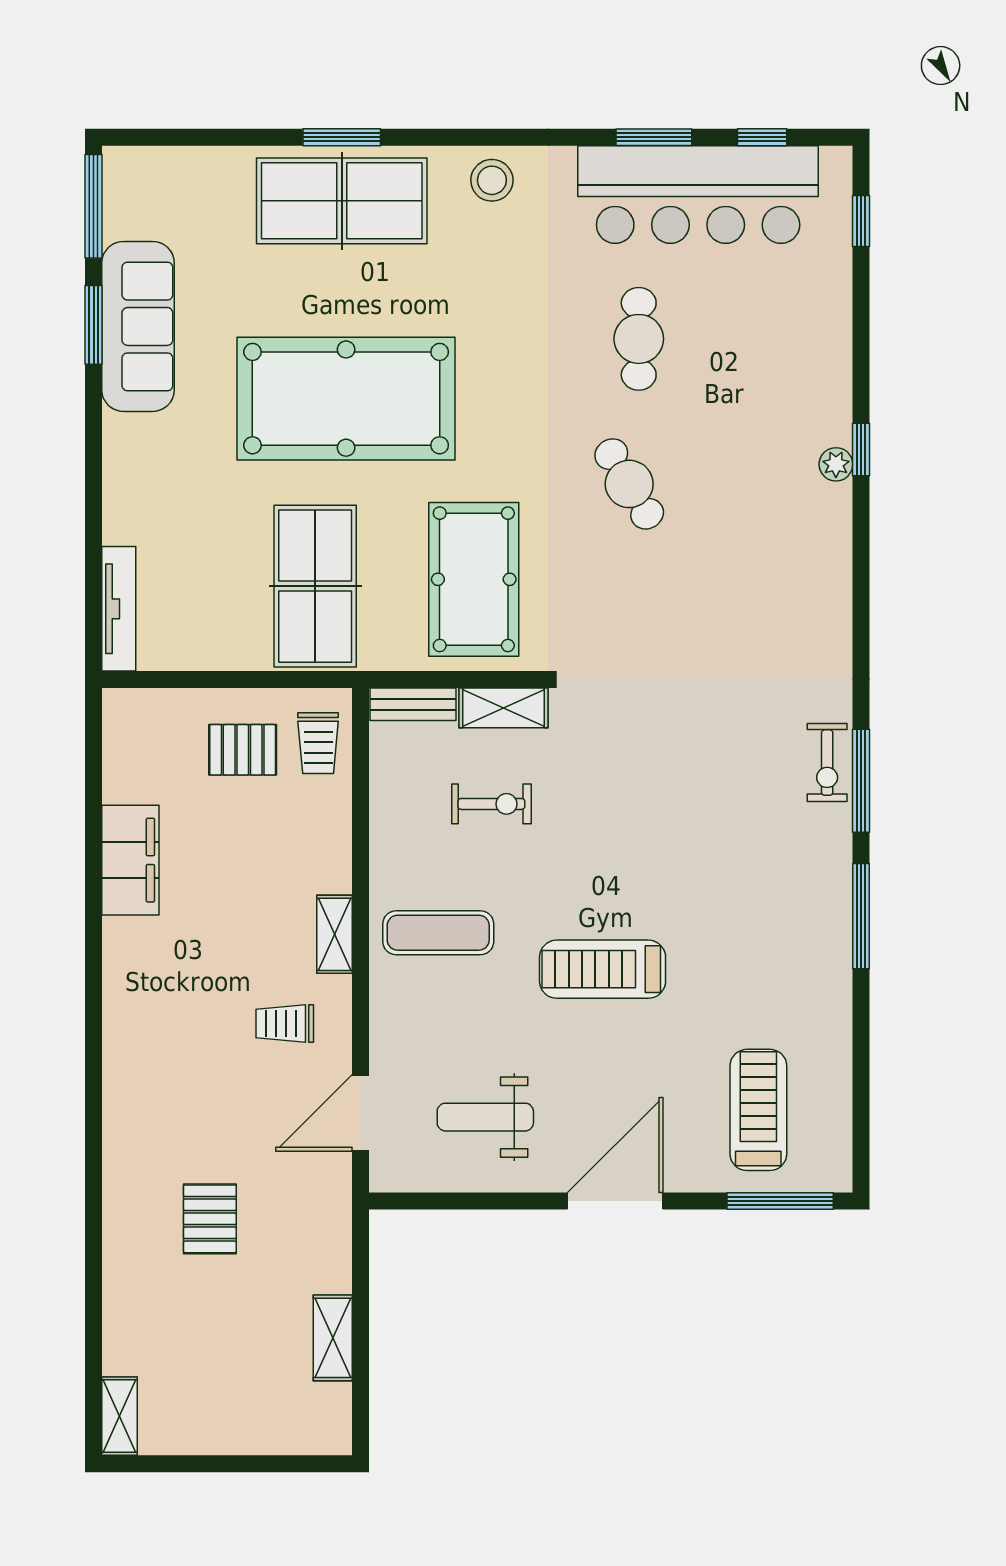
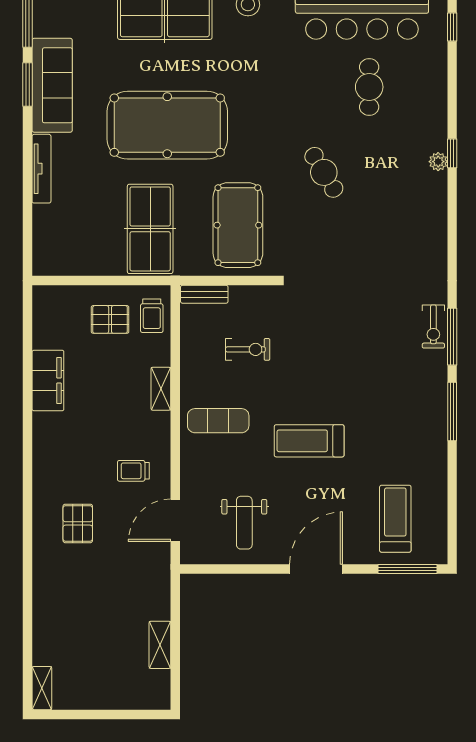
cafe table: (639, 339) -> (369, 87), moved
tv unit: (119, 609) -> (41, 169), moved
shelving: (504, 708) -> (254, 296), removed
shelving: (335, 934) -> (161, 389), moved
weight bench: (485, 1117) -> (244, 523), turned -90
pallet: (210, 1219) -> (78, 523), moved

